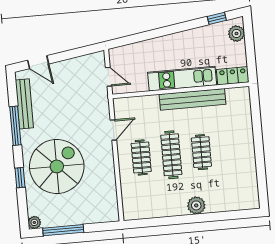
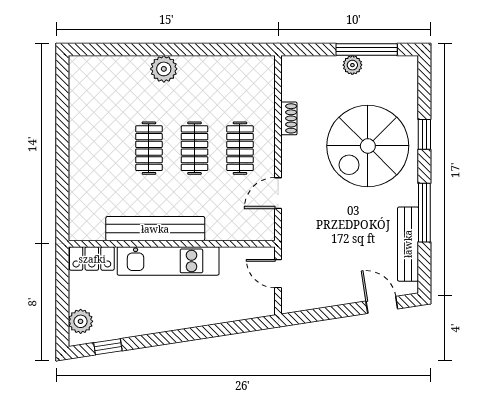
clothes rail: (171, 155) -> (194, 148), width x0.73
shoe rack: (111, 180) -> (289, 118), added
plant: (34, 222) -> (352, 65), moved

